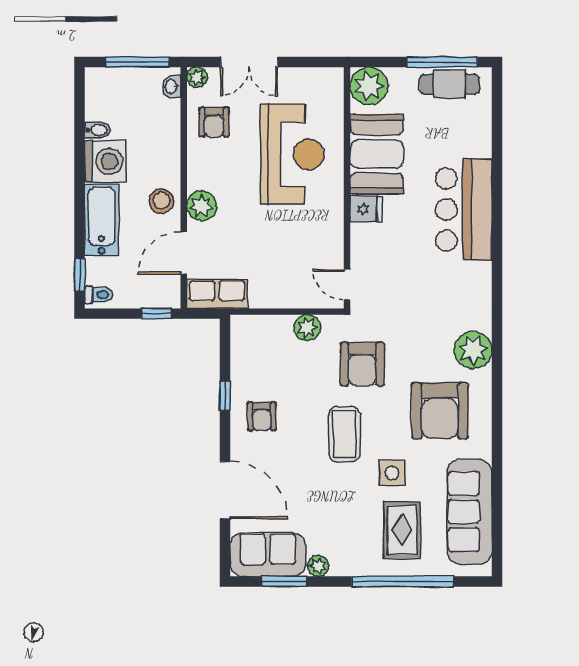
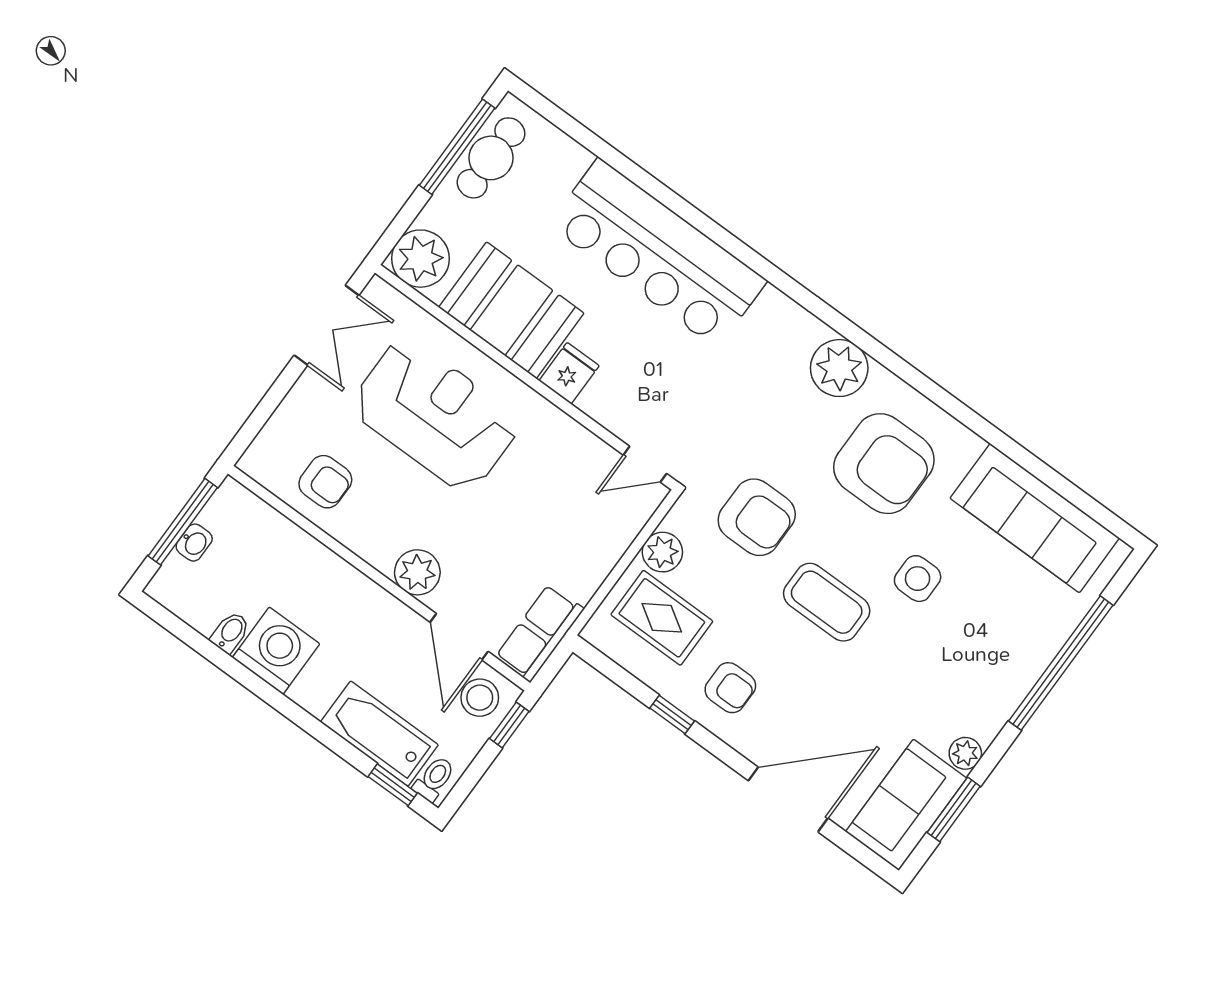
double door: (249, 62) -> (326, 325), moved
plant: (197, 77) -> (255, 462), removed
washbasin: (172, 86) -> (194, 543), moved, turned -90
stool: (161, 201) -> (480, 698), moved
bar counter: (464, 209) -> (658, 253), width x1.36
bathtub: (102, 220) -> (379, 734), moved
rug: (402, 530) -> (662, 618), moved

